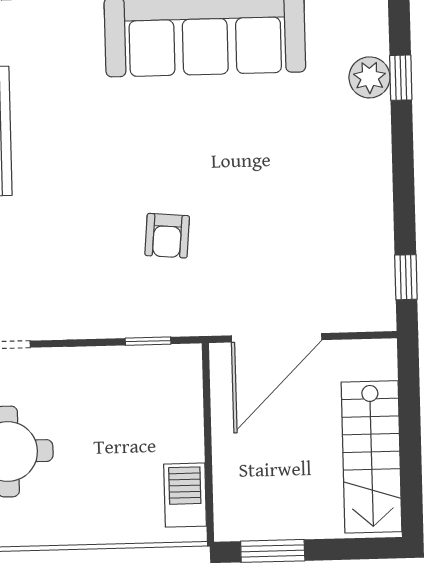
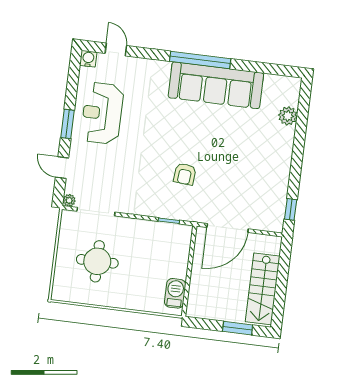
window: (401, 78) -> (302, 118), removed
window: (273, 551) -> (238, 328), moved

